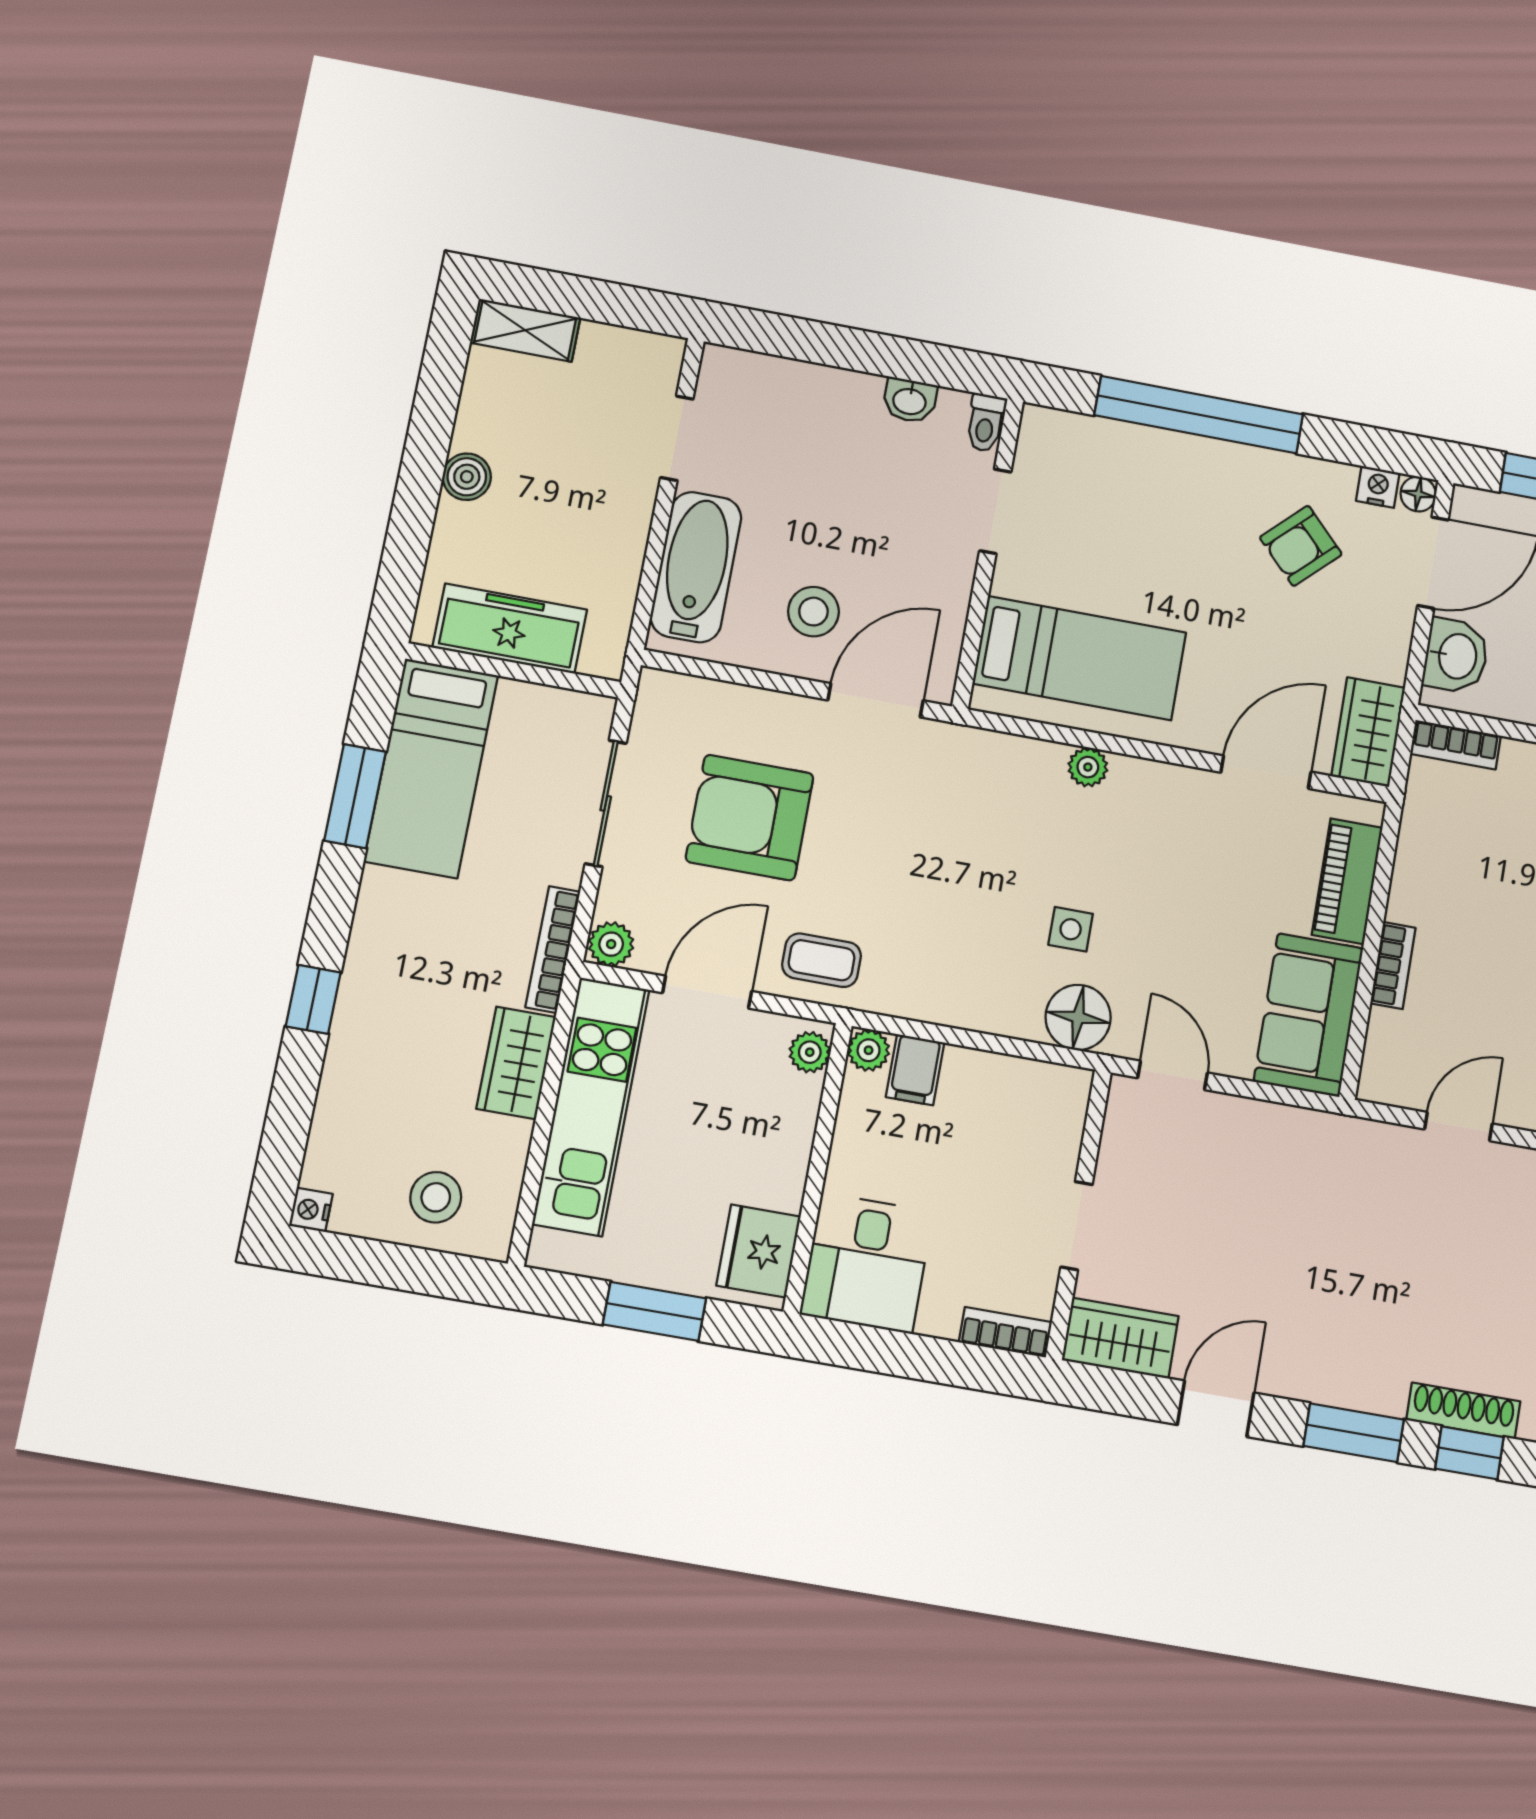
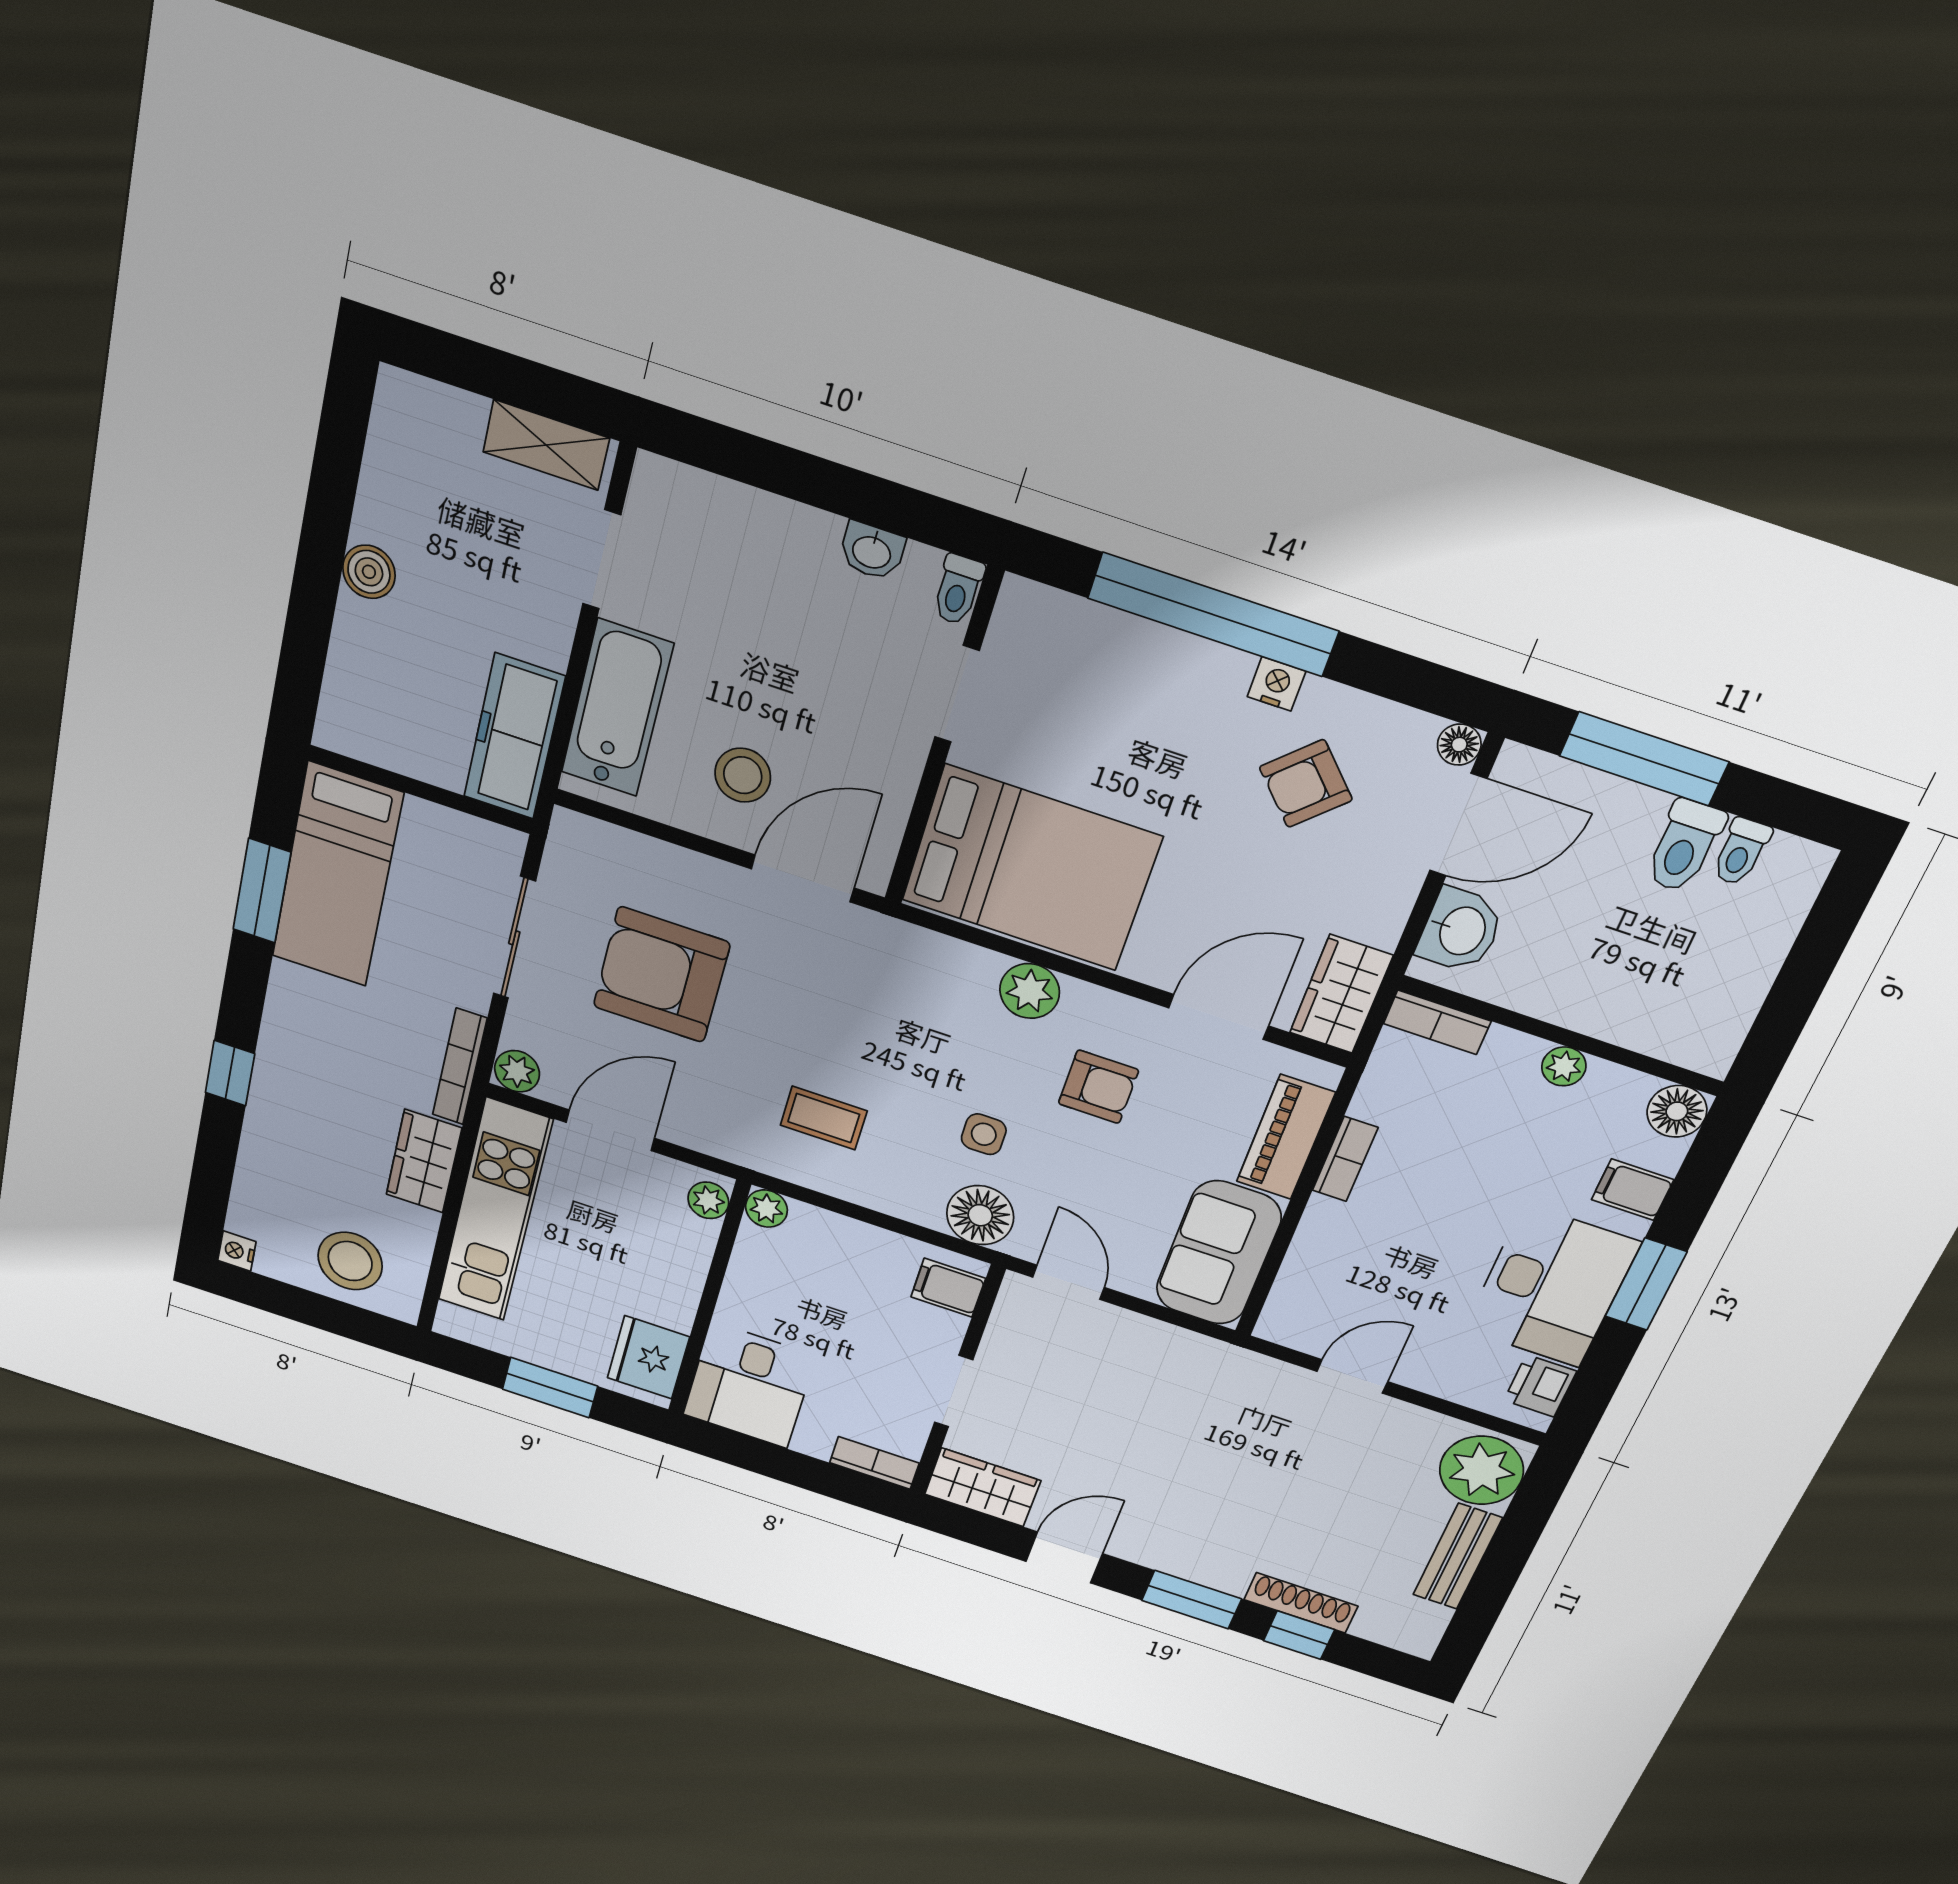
shelving: (525, 330) -> (546, 445), moved
nightstand: (1378, 487) -> (1277, 684), moved
freezer: (510, 629) -> (514, 737), moved, turned -90
bed: (1080, 658) -> (1031, 868), width x1.50
plant: (1088, 767) -> (1030, 991), width x1.38, depth x1.38
armchair: (1170, 861) -> (1098, 1087), added
coffee table: (822, 960) -> (824, 1118), moved
bookcase: (1393, 965) -> (1345, 1159), moved
filing cabinet: (915, 1070) -> (948, 1288), moved, turned 90
stool: (436, 1197) -> (350, 1261), width x1.38, depth x1.38

